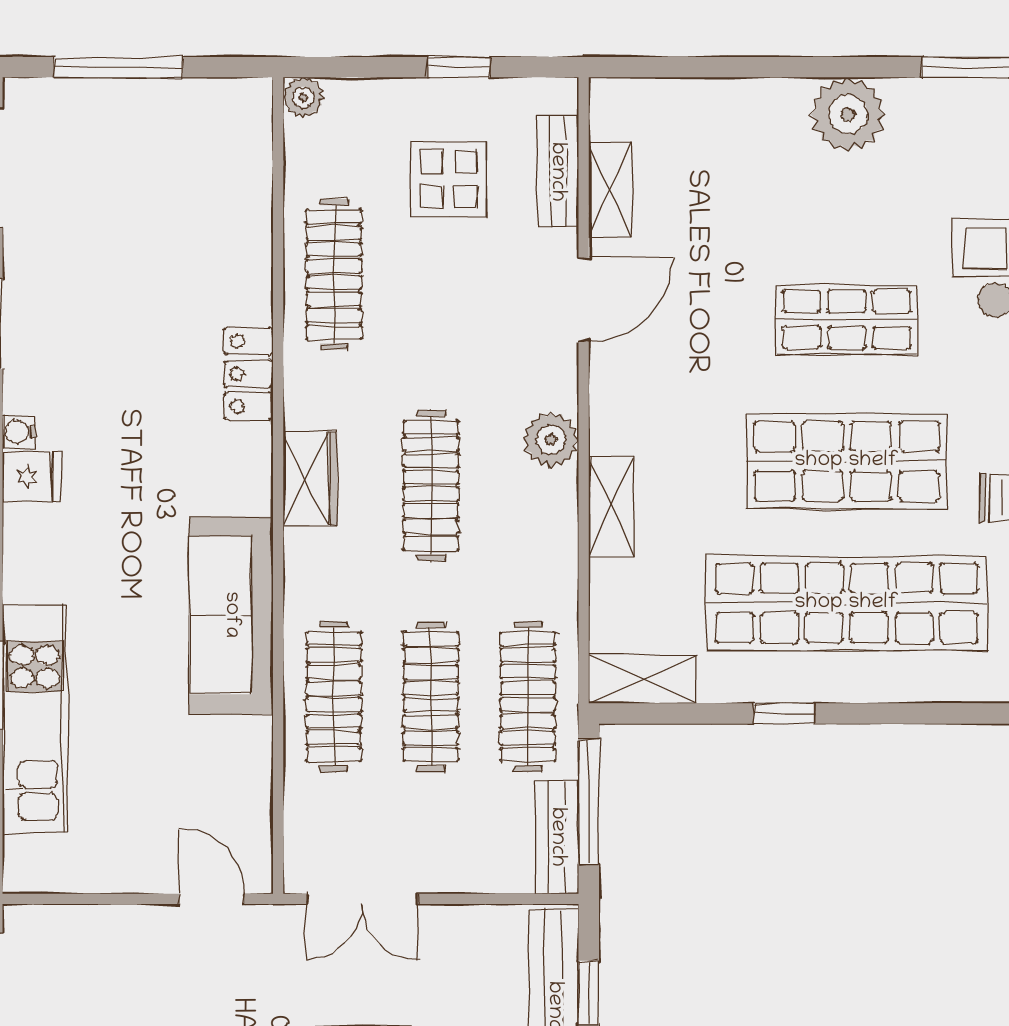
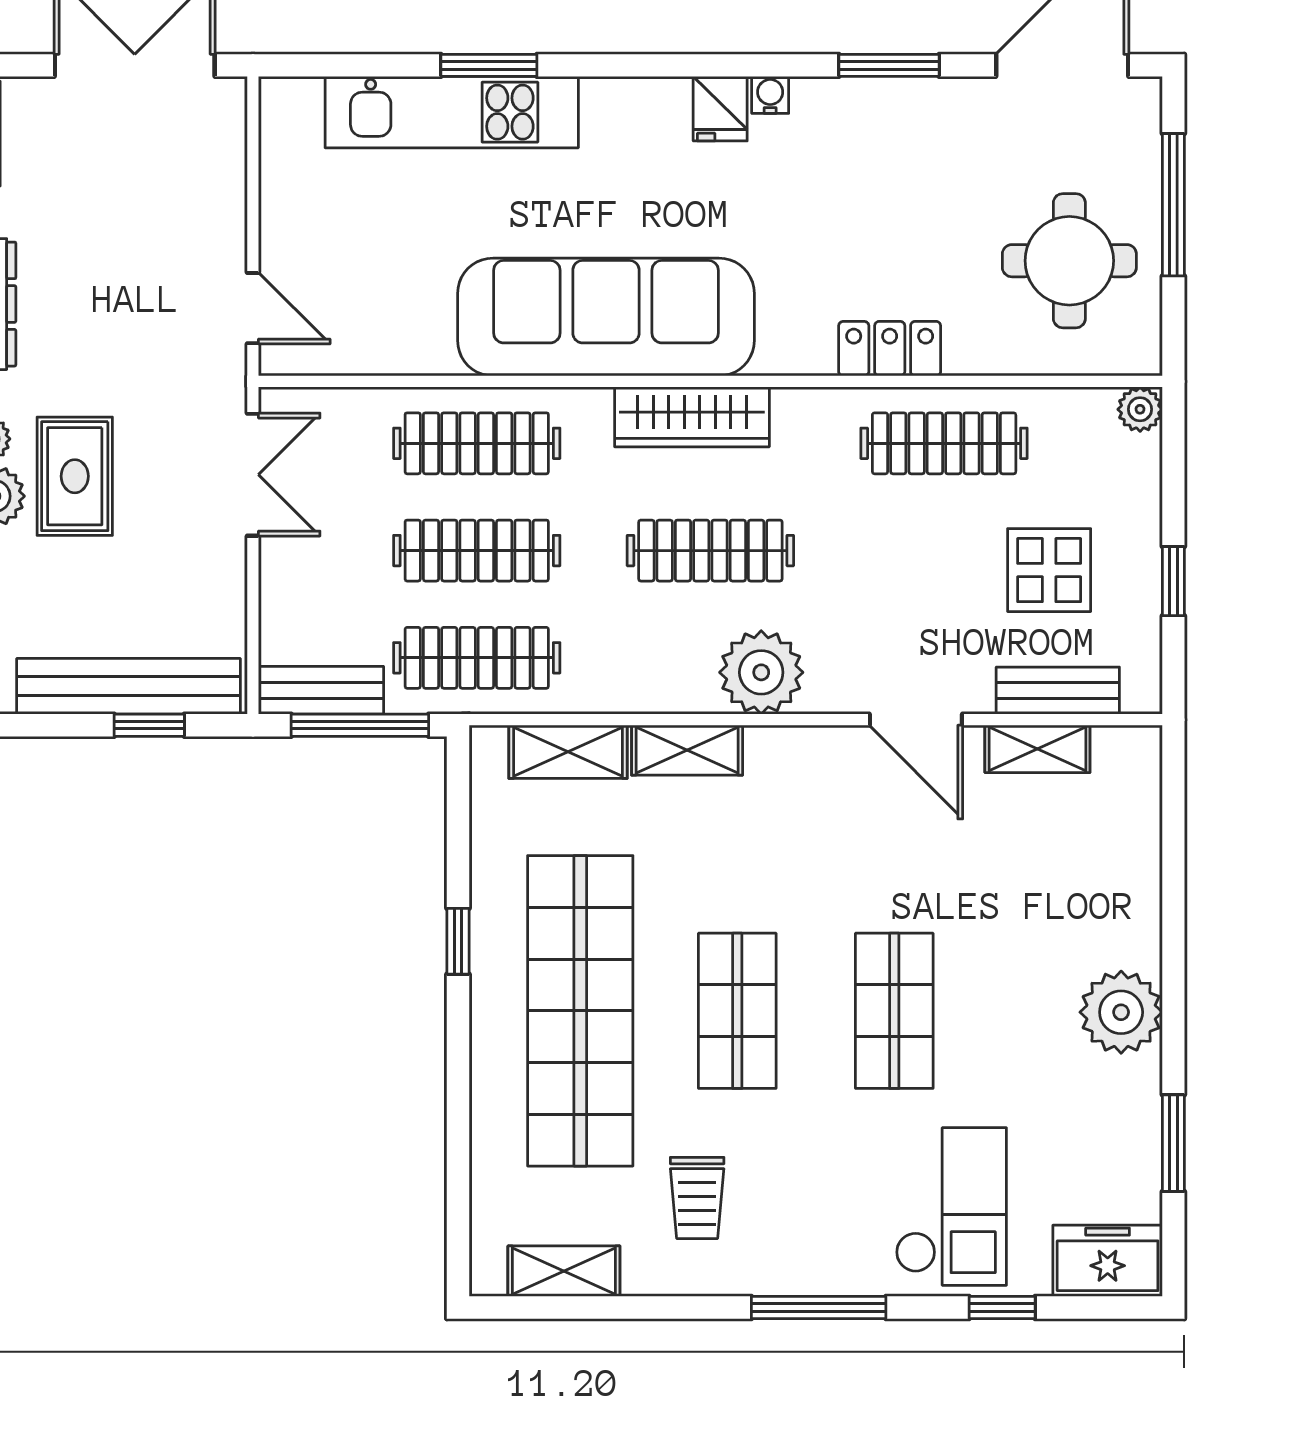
round table: (169, 161) -> (1069, 261), added
locker: (248, 374) -> (890, 349), moved
plant: (551, 440) -> (761, 672), width x1.36, depth x1.36
shop shelf: (847, 461) -> (737, 1011), width x0.70, depth x0.74
wardrobe: (310, 479) -> (692, 417), width x1.50
sofa: (231, 615) -> (606, 317), width x1.36, depth x1.27
shelving: (642, 679) -> (568, 752), moved, turned 90
door: (212, 899) -> (253, 308), hinge flipped
double door: (362, 899) -> (253, 475), swing flipped

